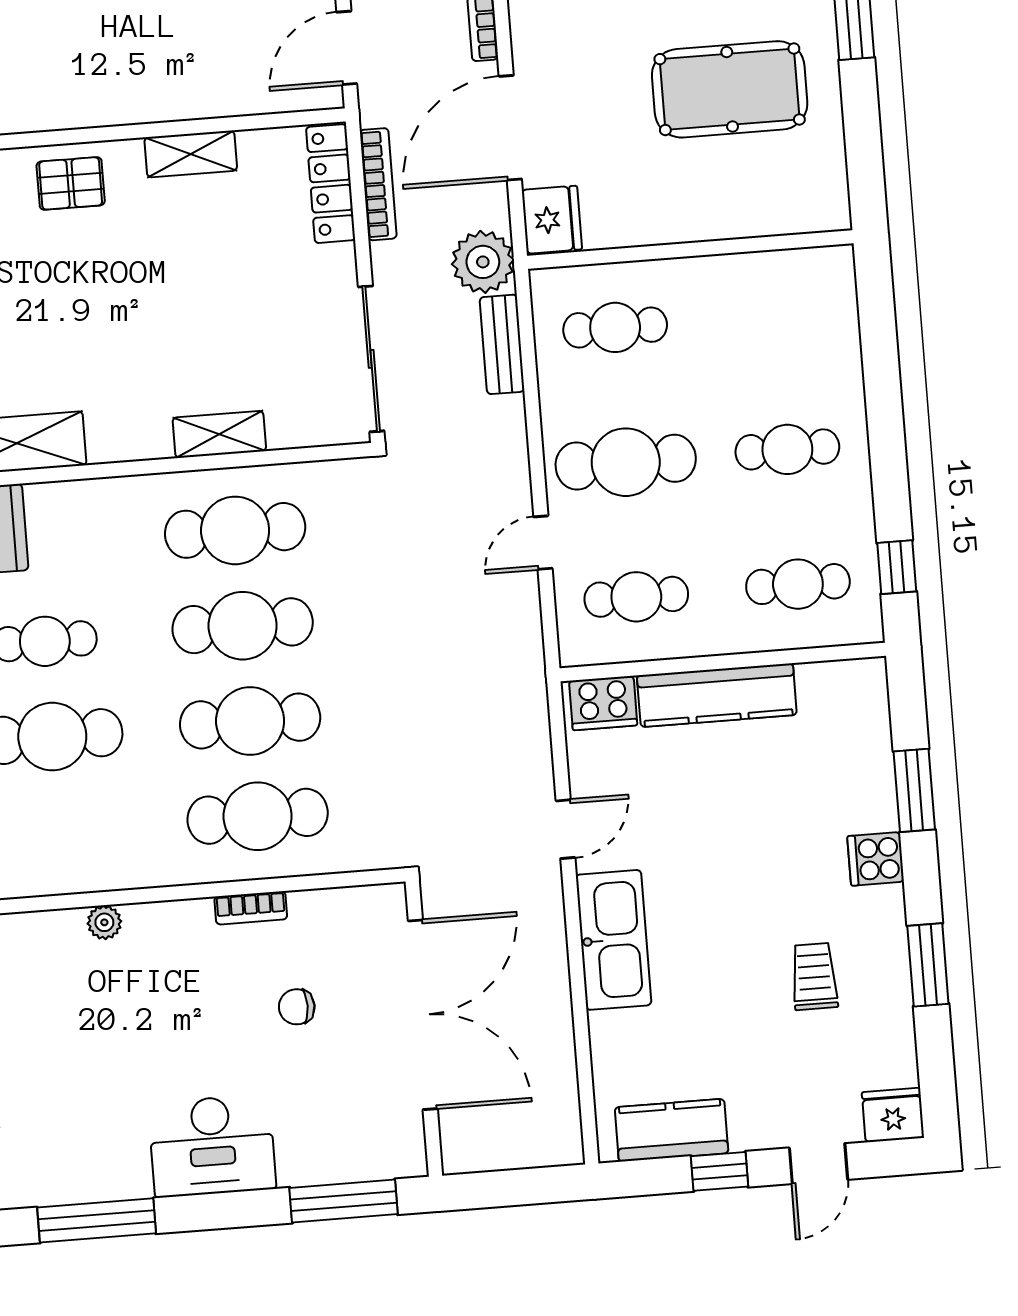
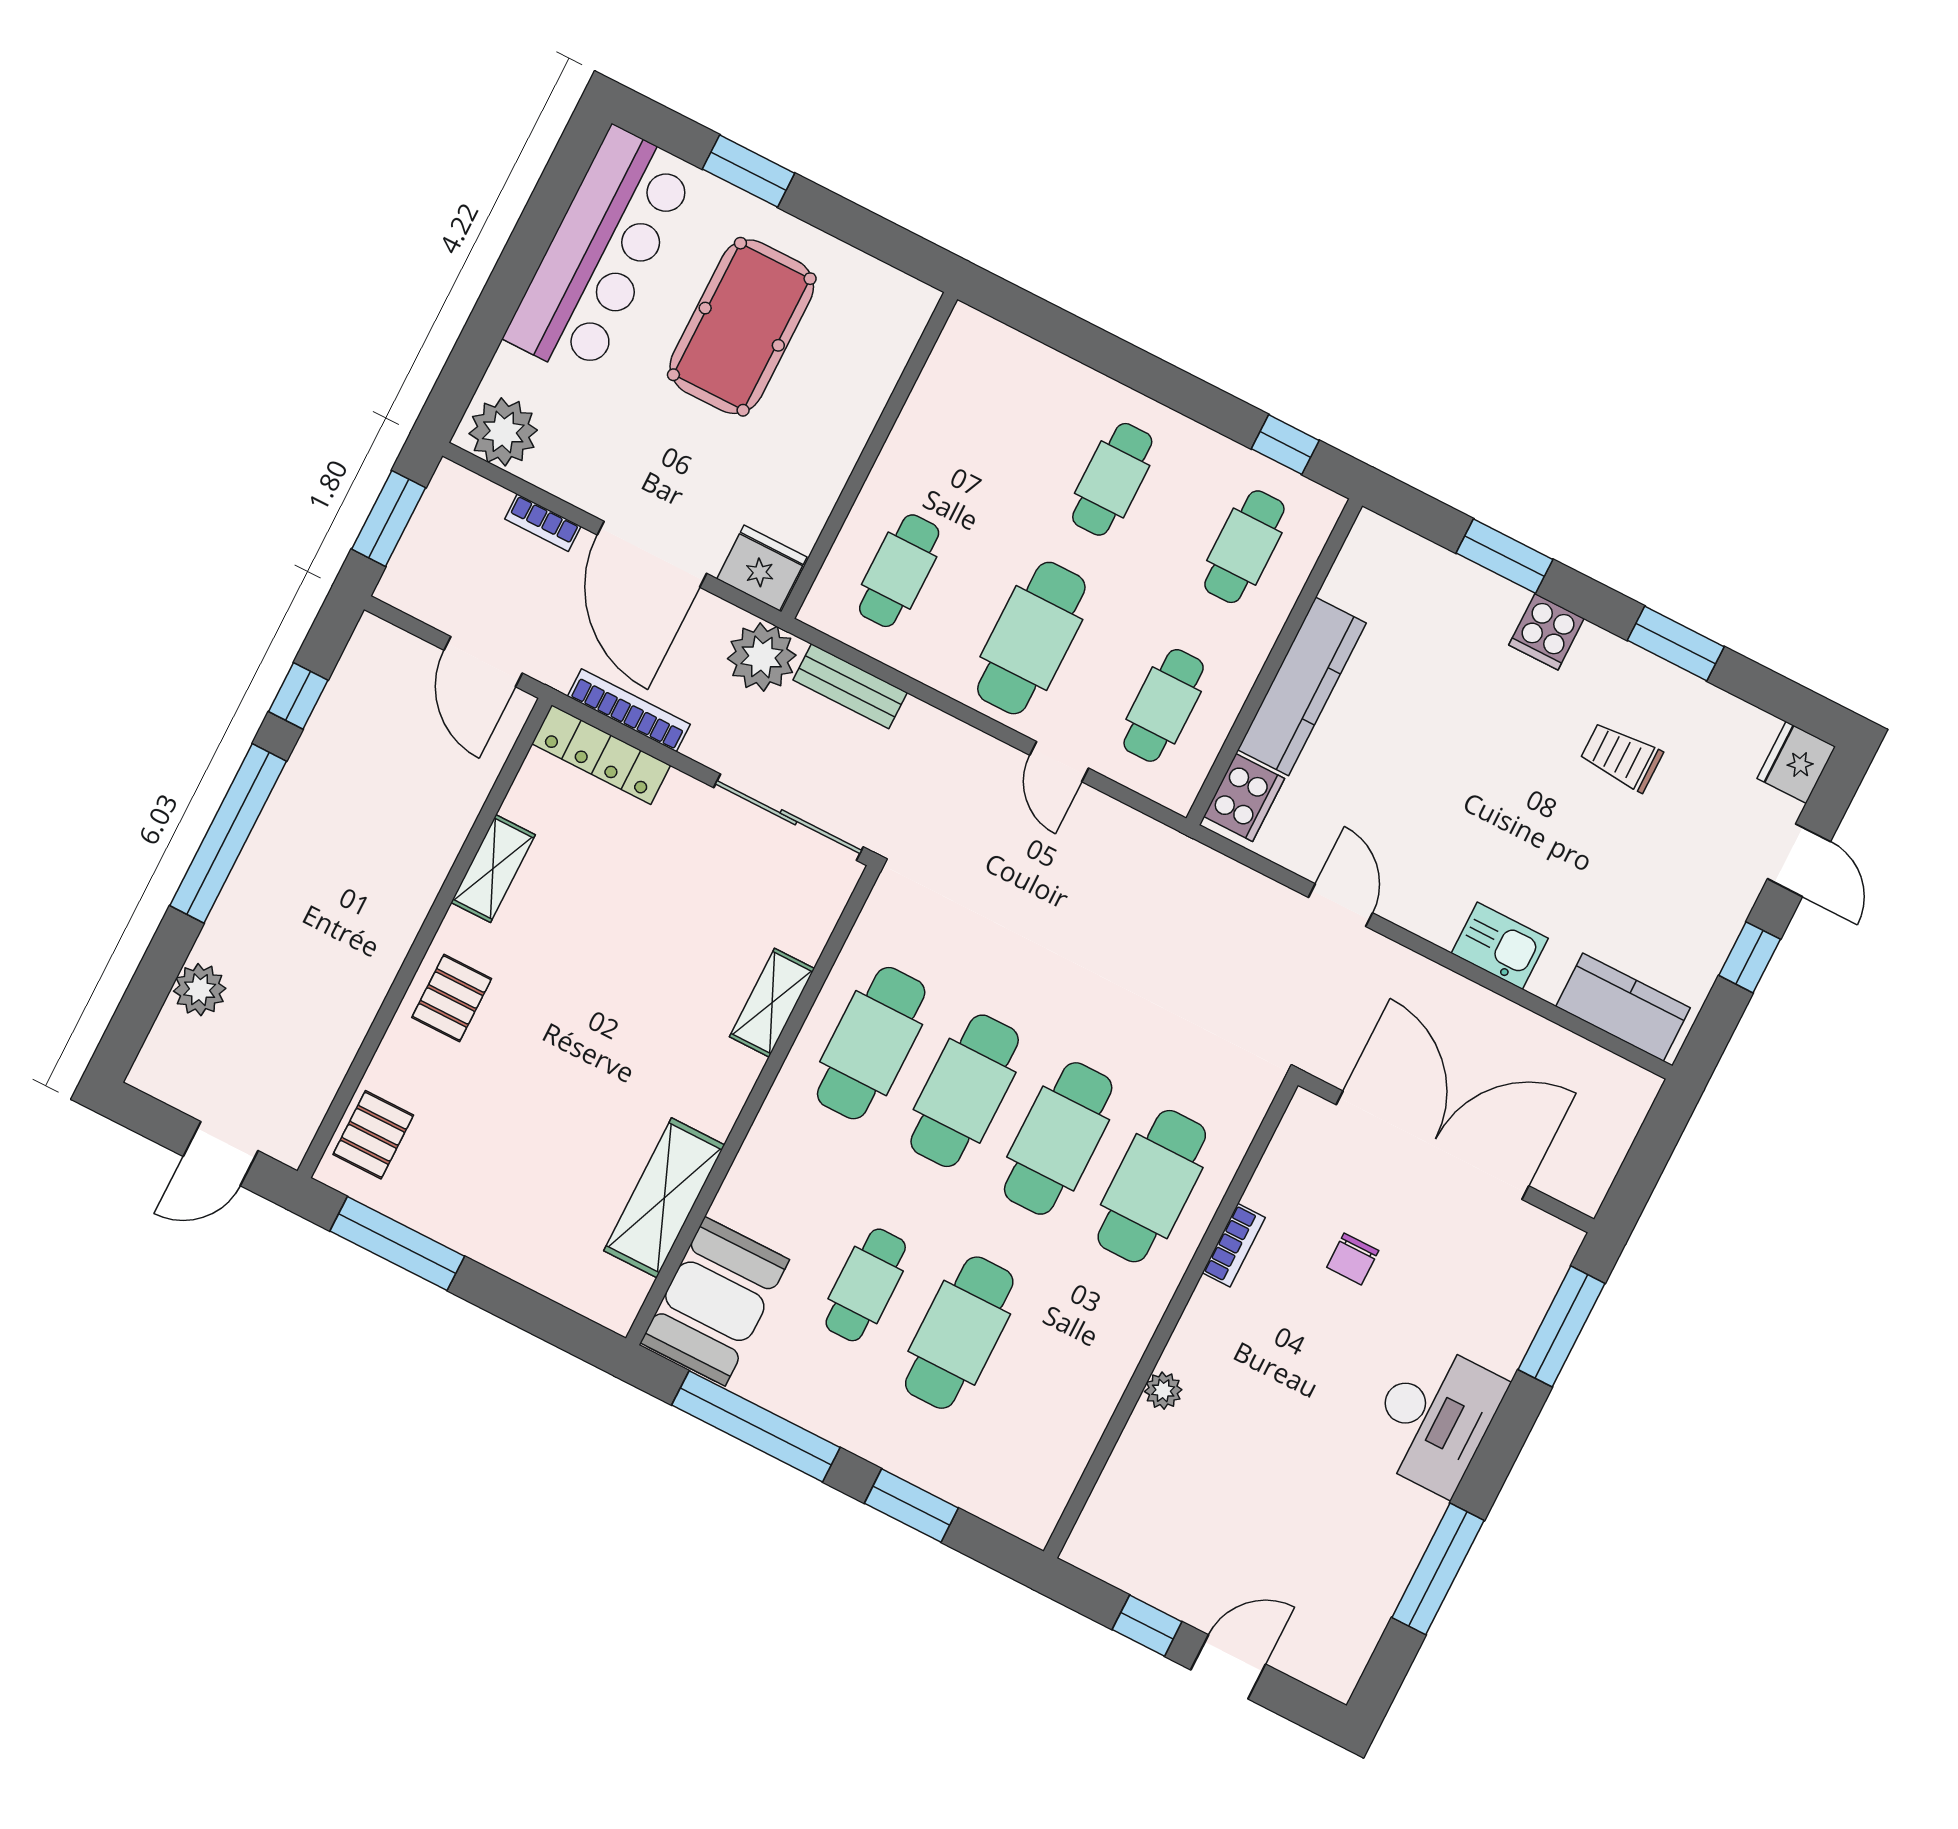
kitchen sink: (614, 940) -> (1500, 946), width x0.53, depth x0.81
kitchen counter: (671, 1130) -> (1623, 1007), moved, turned 90

